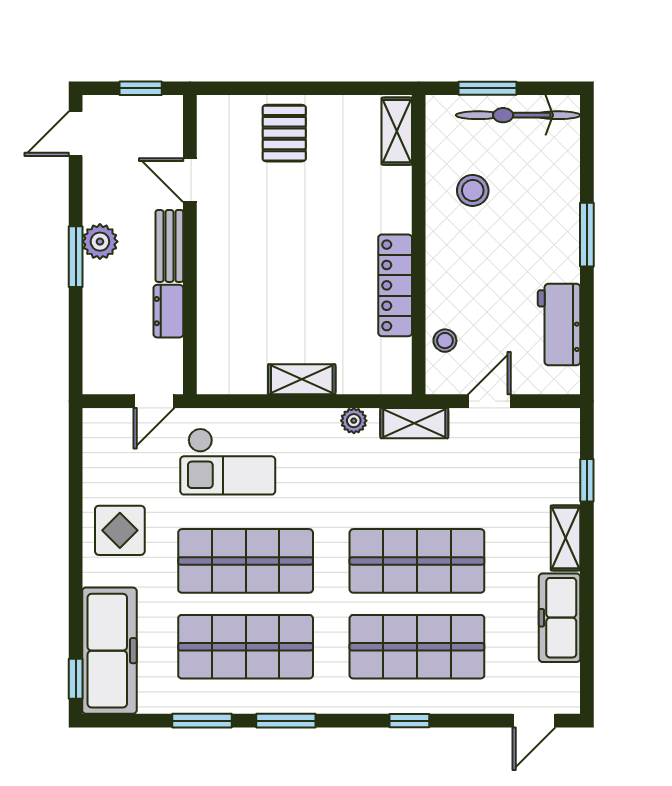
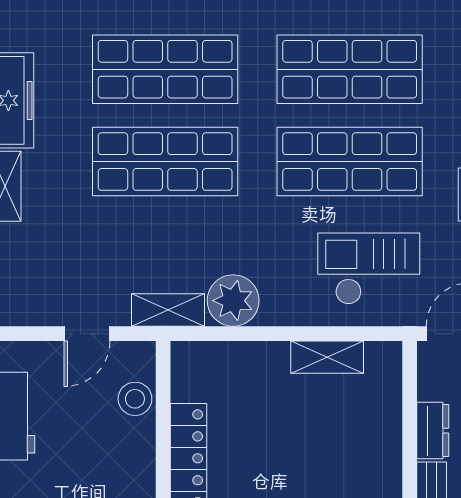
stool: (445, 341) -> (135, 399), width x1.37, depth x1.37
shelving: (302, 379) -> (327, 357), moved
plant: (354, 421) -> (233, 301), width x1.87, depth x1.87

